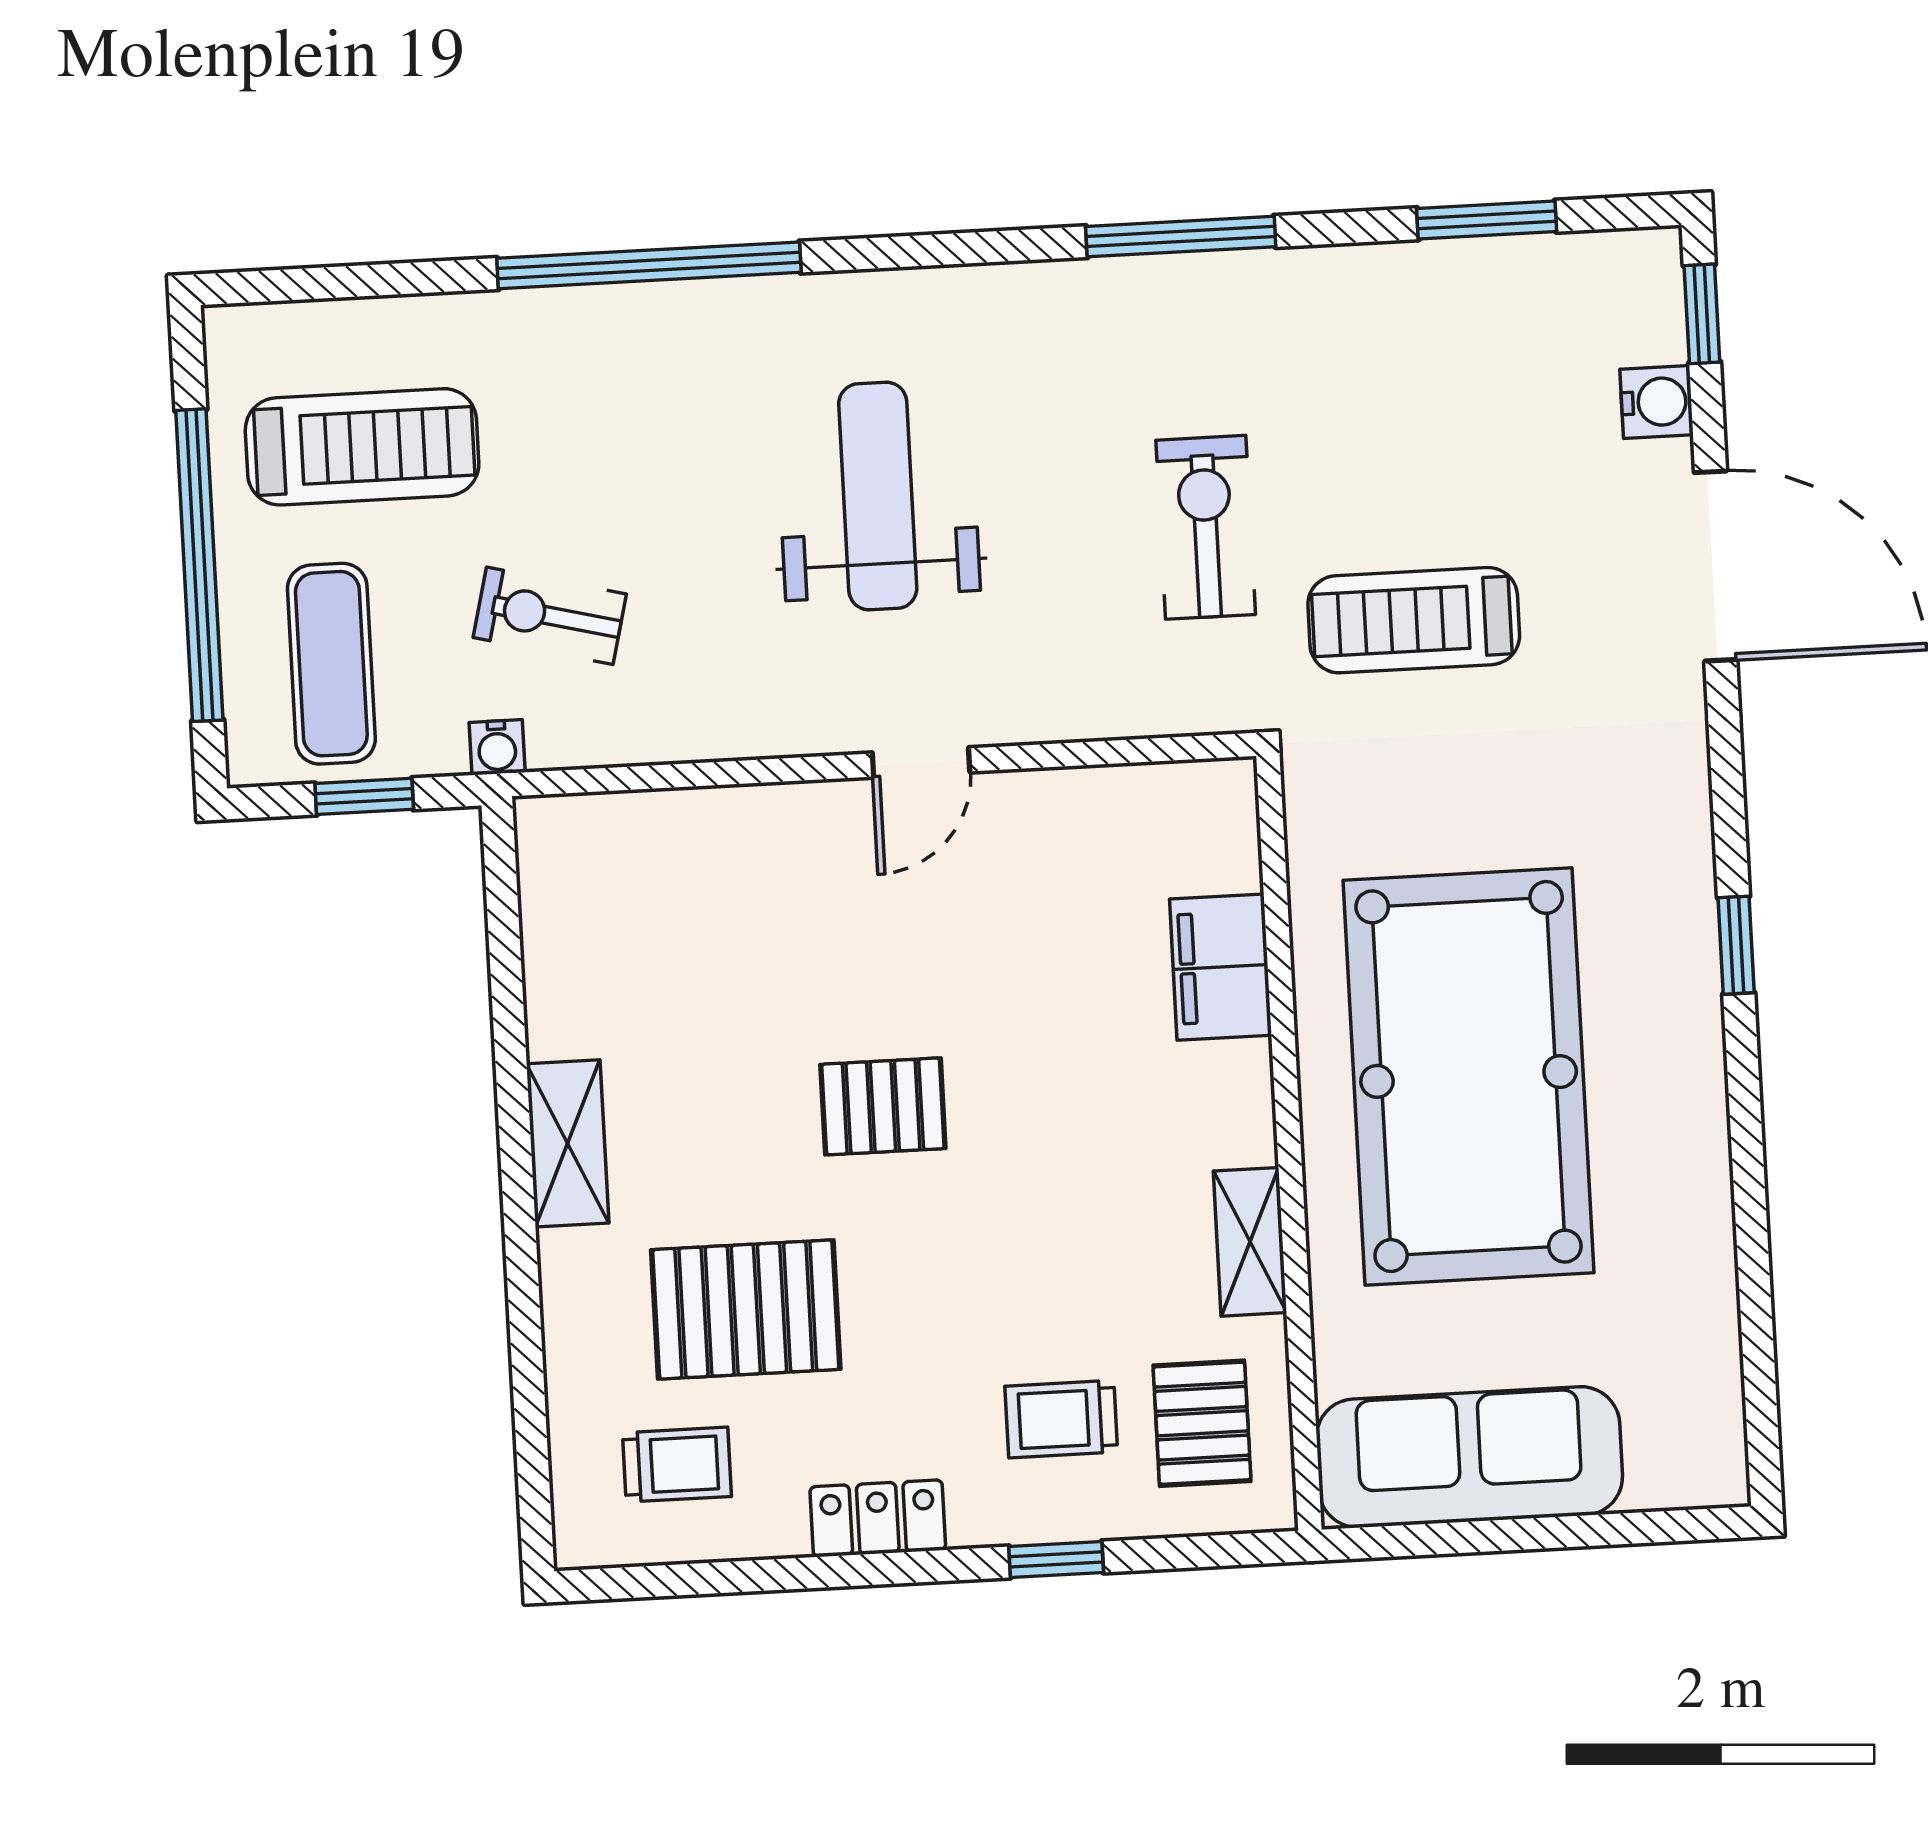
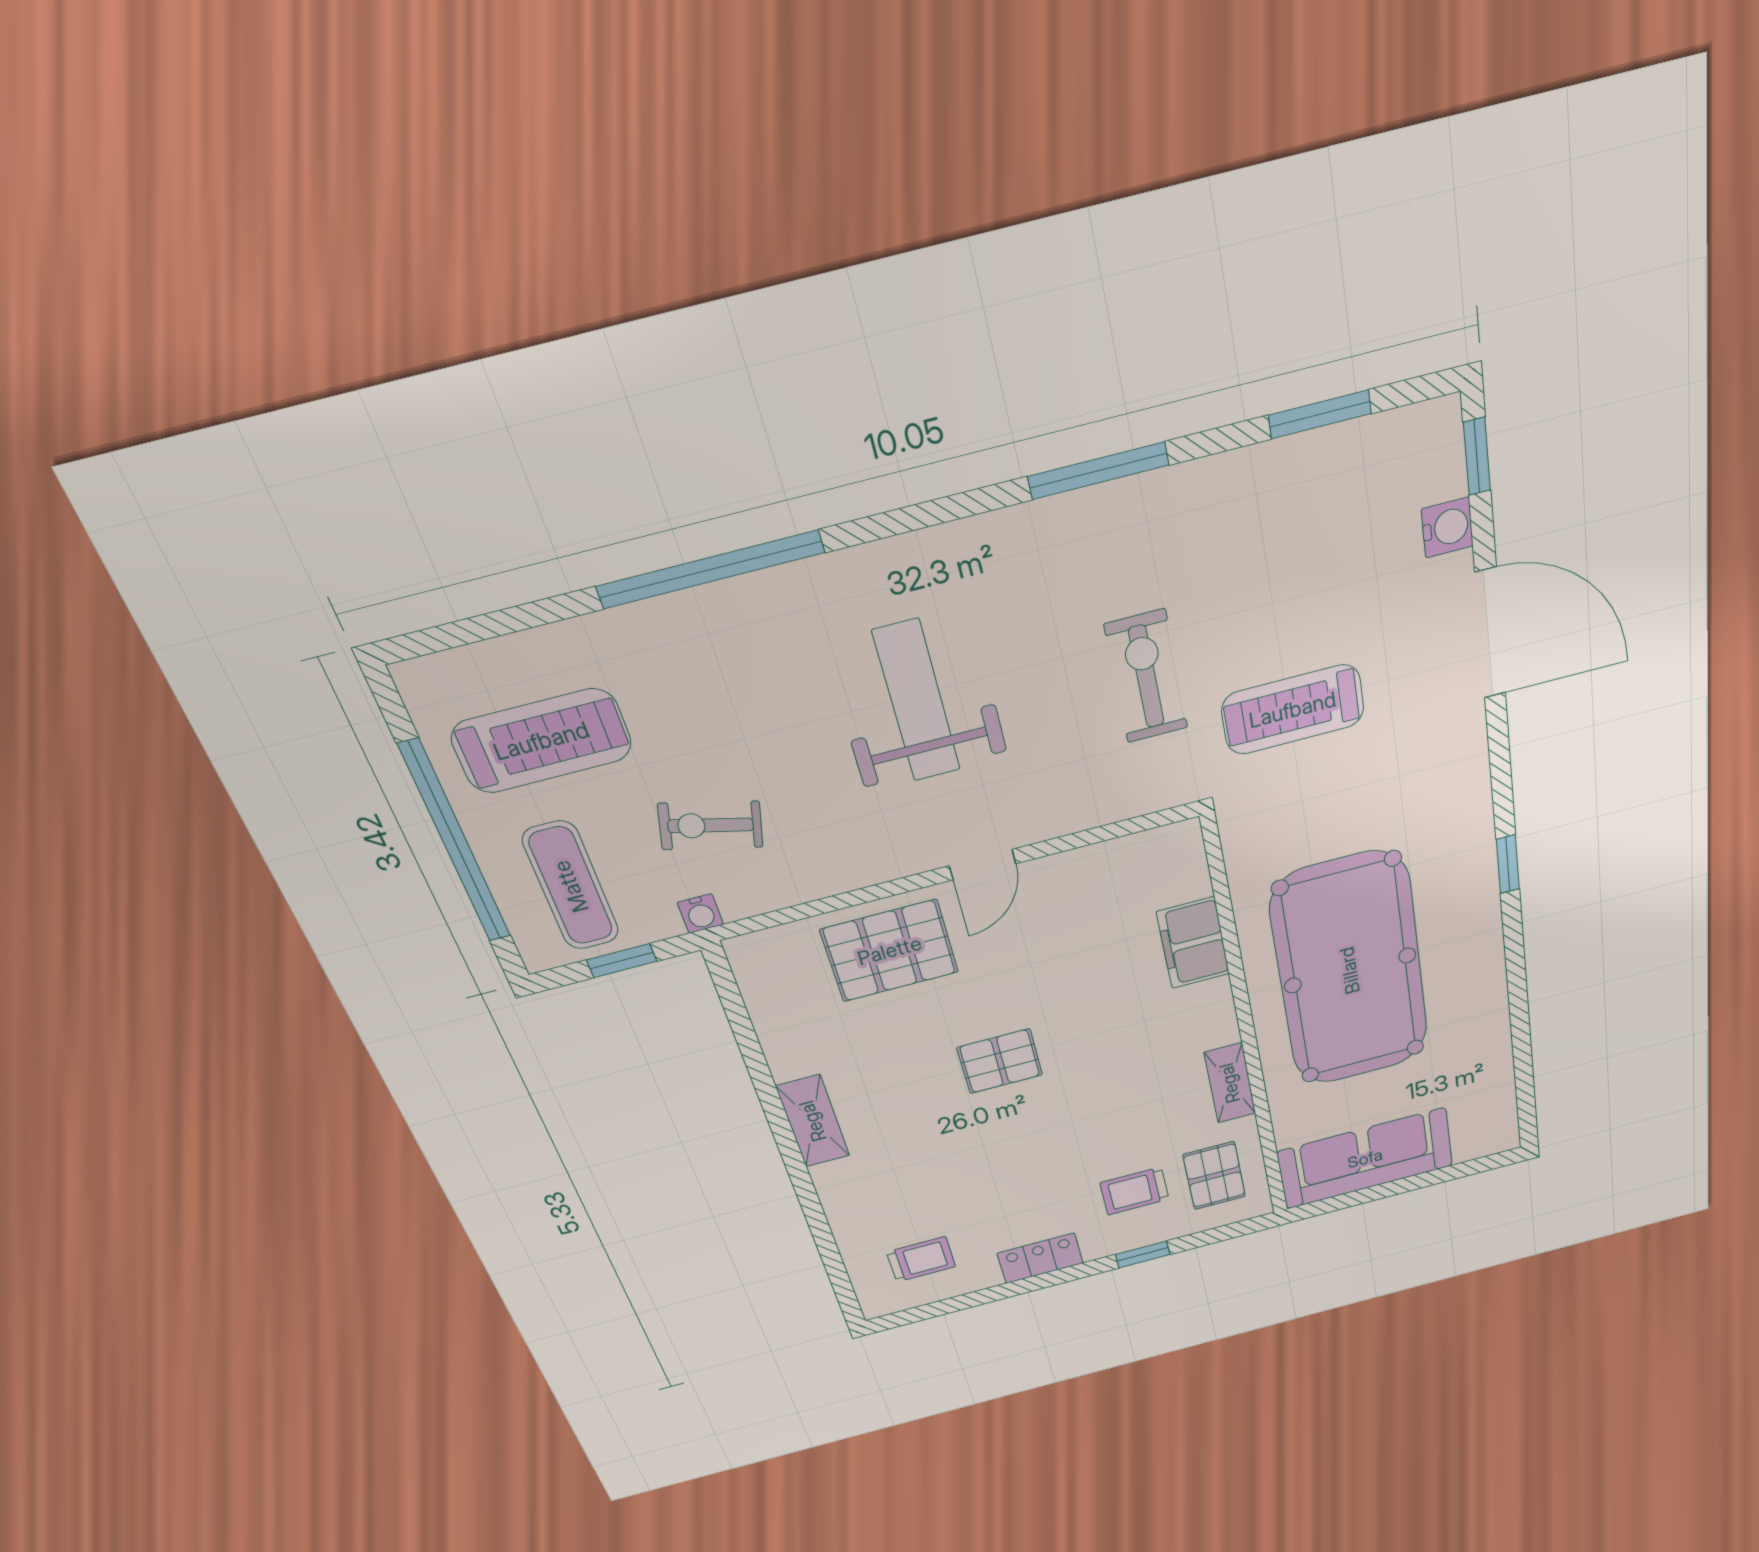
pallet: (746, 1310) -> (890, 951), moved

